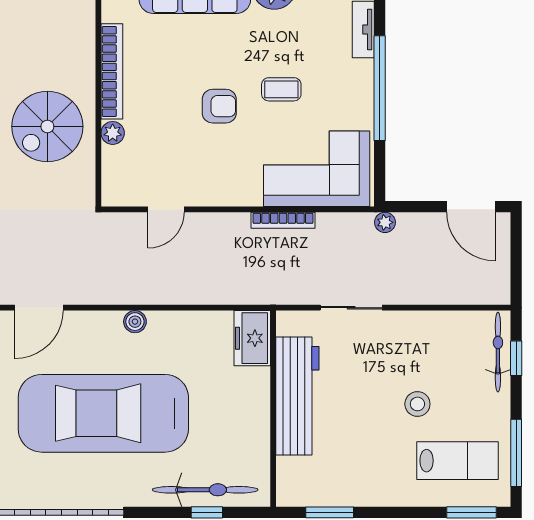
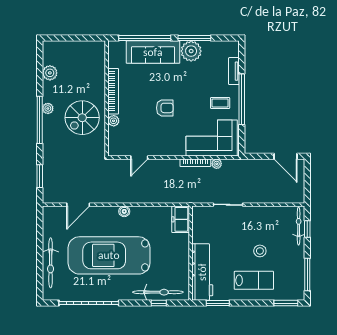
coffee table: (281, 89) -> (220, 103), moved
plant: (385, 222) -> (217, 164), moved
workbench: (297, 396) -> (202, 272), moved
lab bench: (457, 461) -> (254, 280), moved

